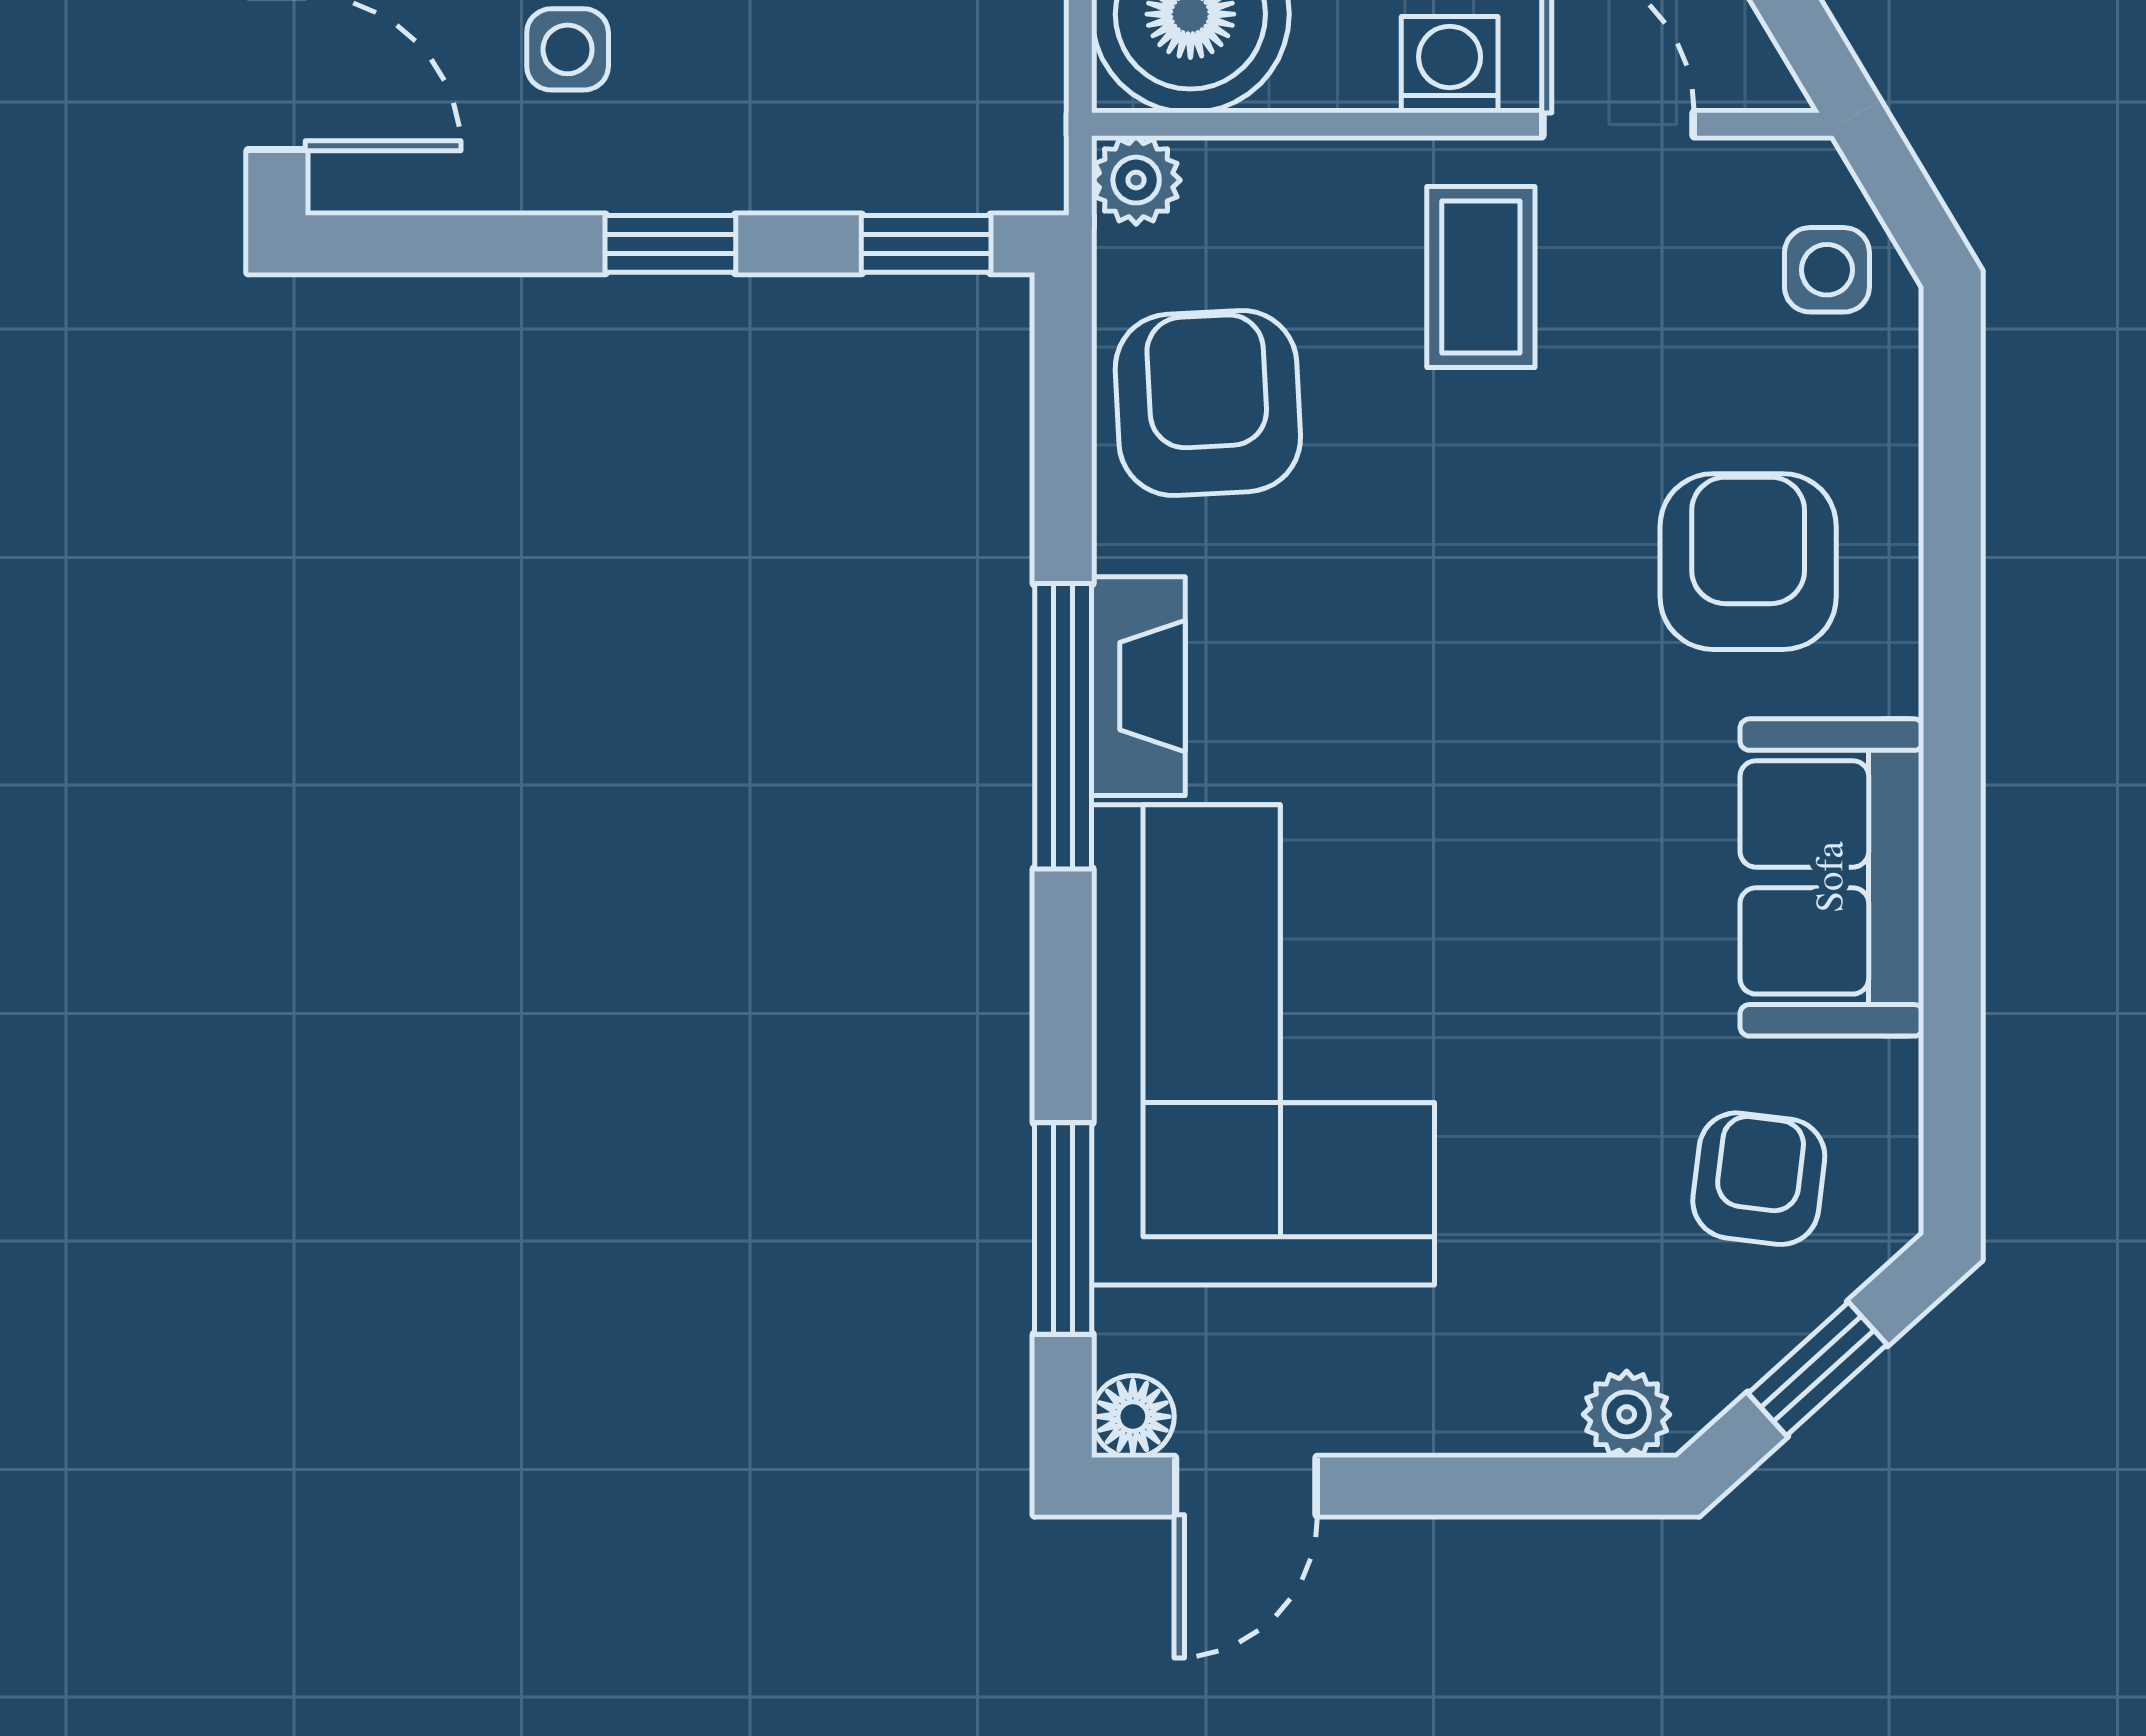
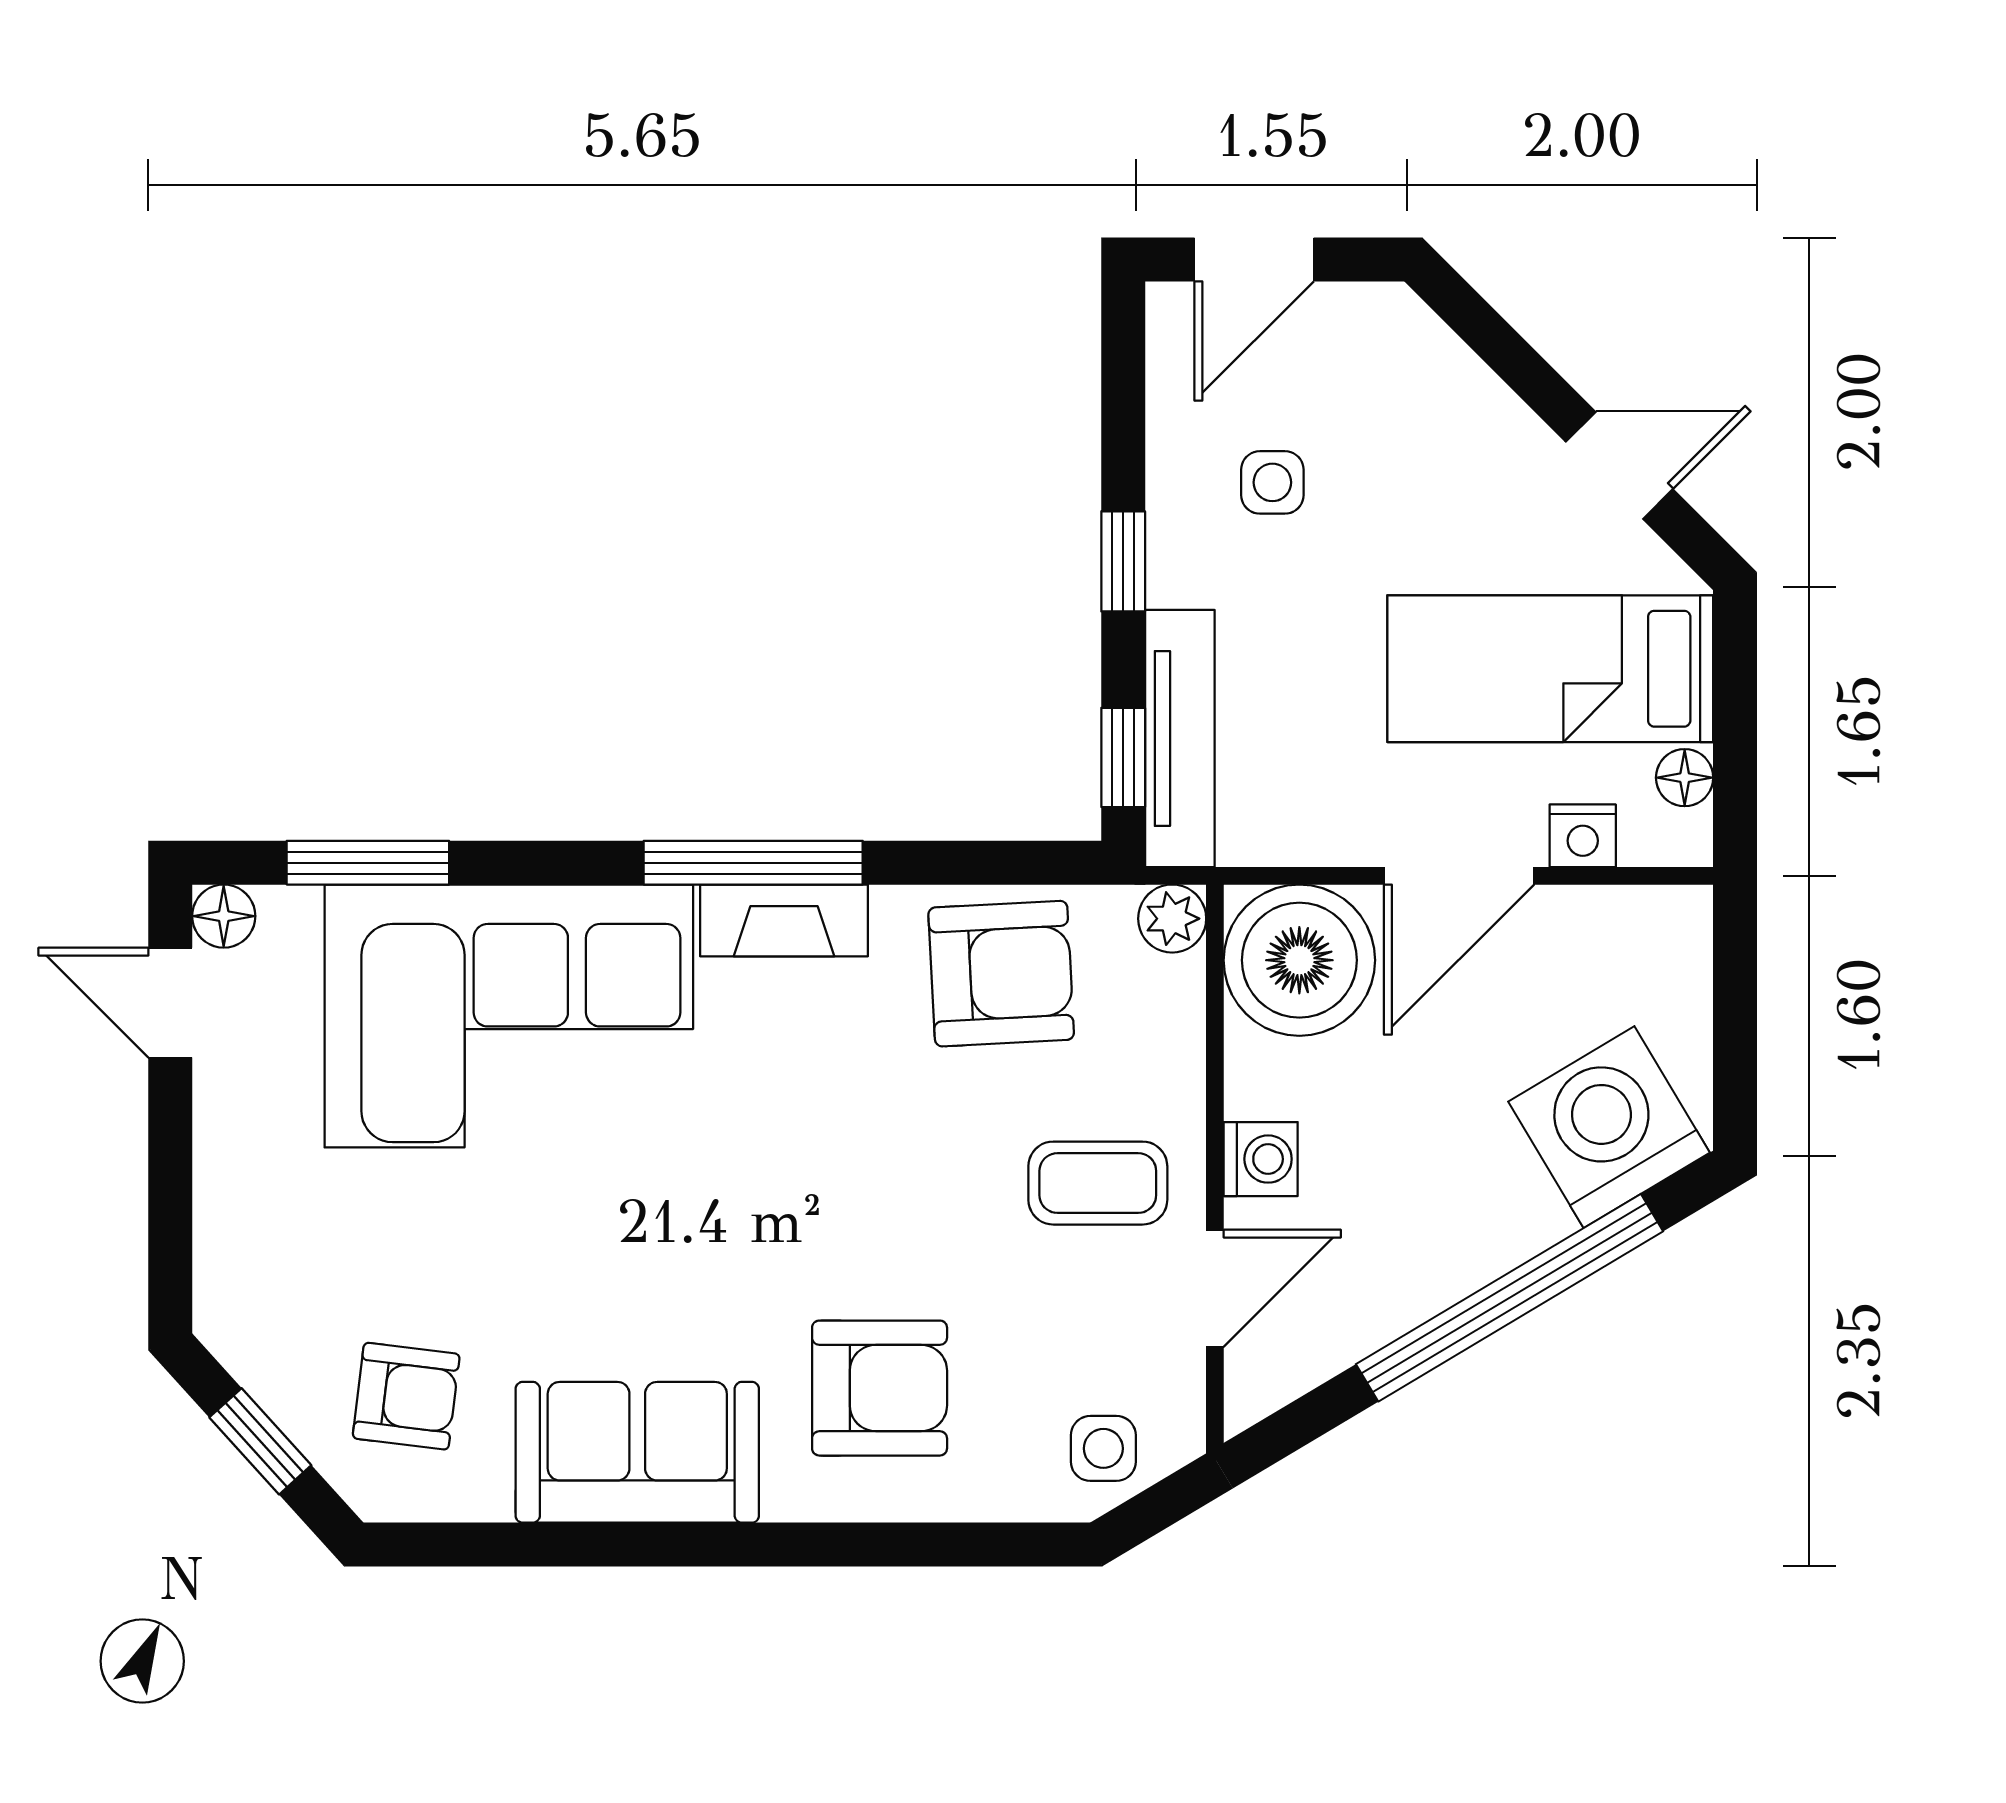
tv unit: (901, 170) -> (1180, 738), added
plant: (1627, 1414) -> (225, 1295), removed

